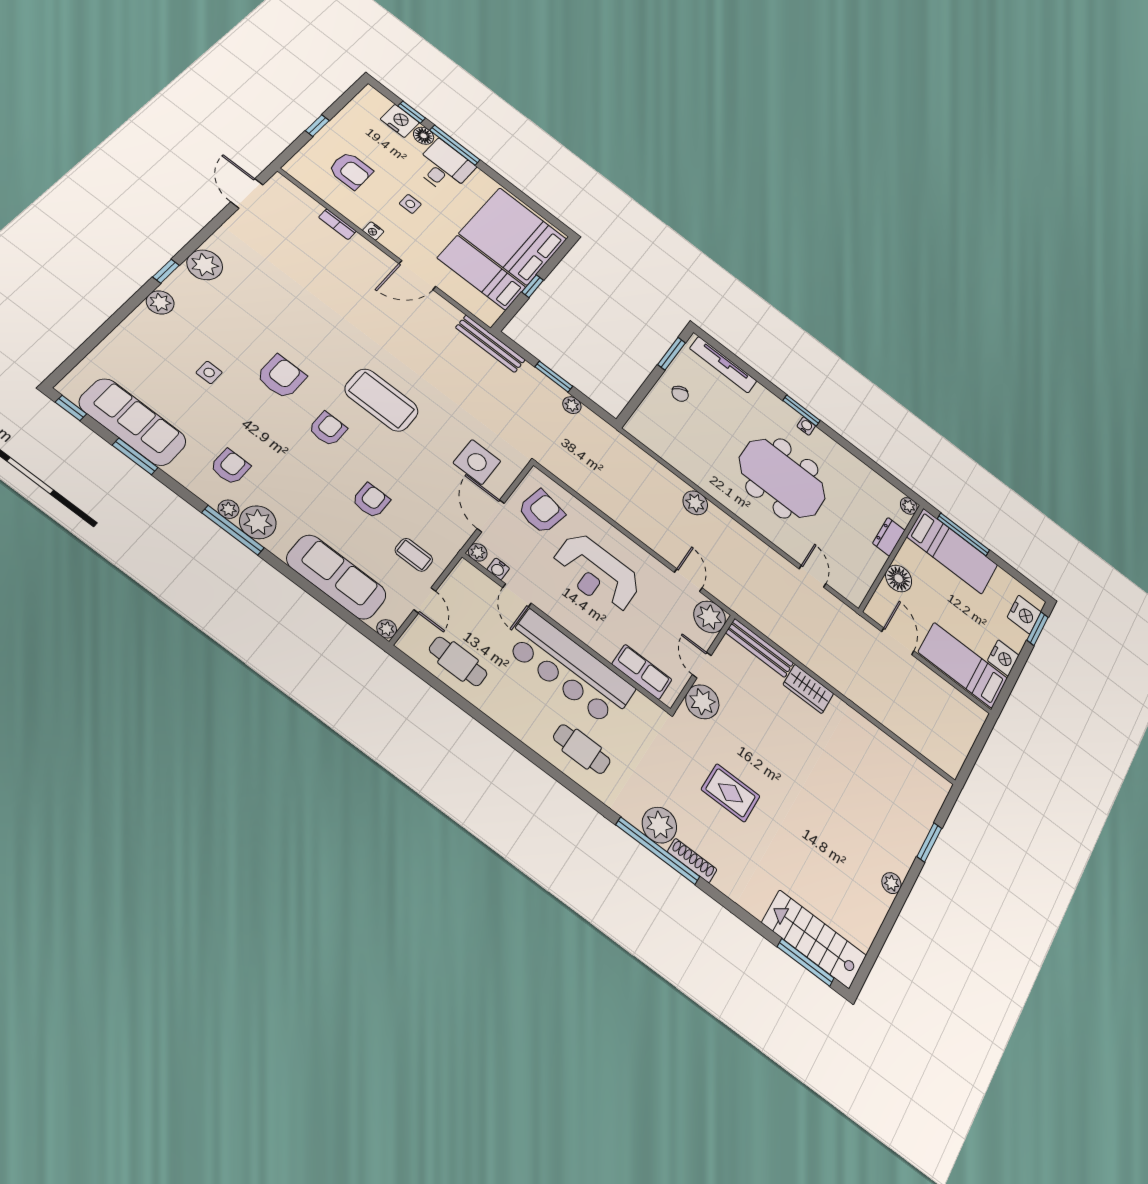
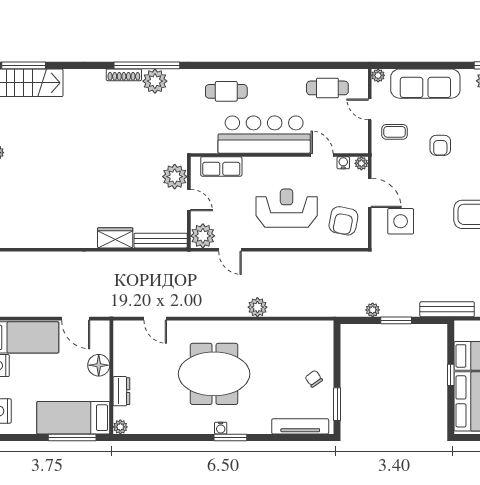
rug: (731, 793) -> (125, 133), removed

